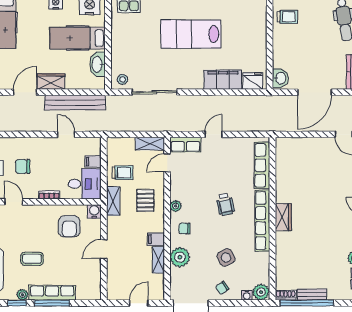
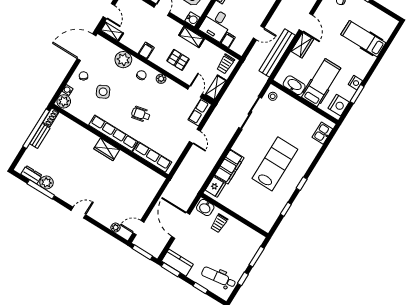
trolley: (287, 17) -> (219, 223), moved
trolley: (123, 173) -> (226, 64), moved
shelving: (158, 260) -> (112, 32), moved

